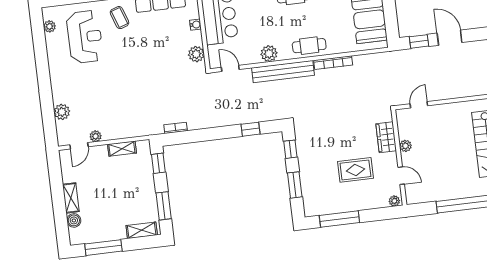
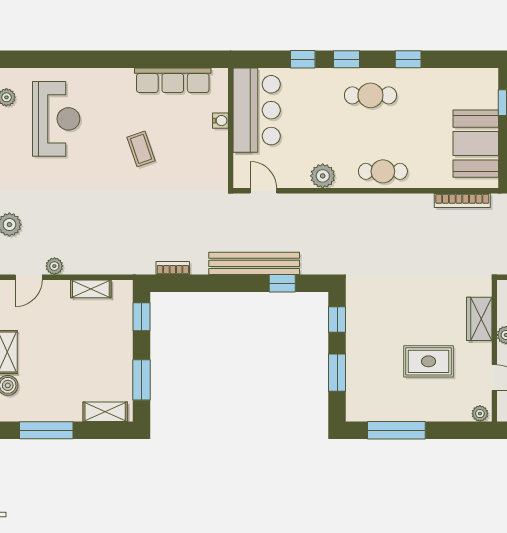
coffee table: (120, 18) -> (141, 149), moved
plant: (196, 54) -> (216, 164), removed
bookcase: (333, 63) -> (462, 200), moved
bench: (283, 71) -> (254, 263), moved

